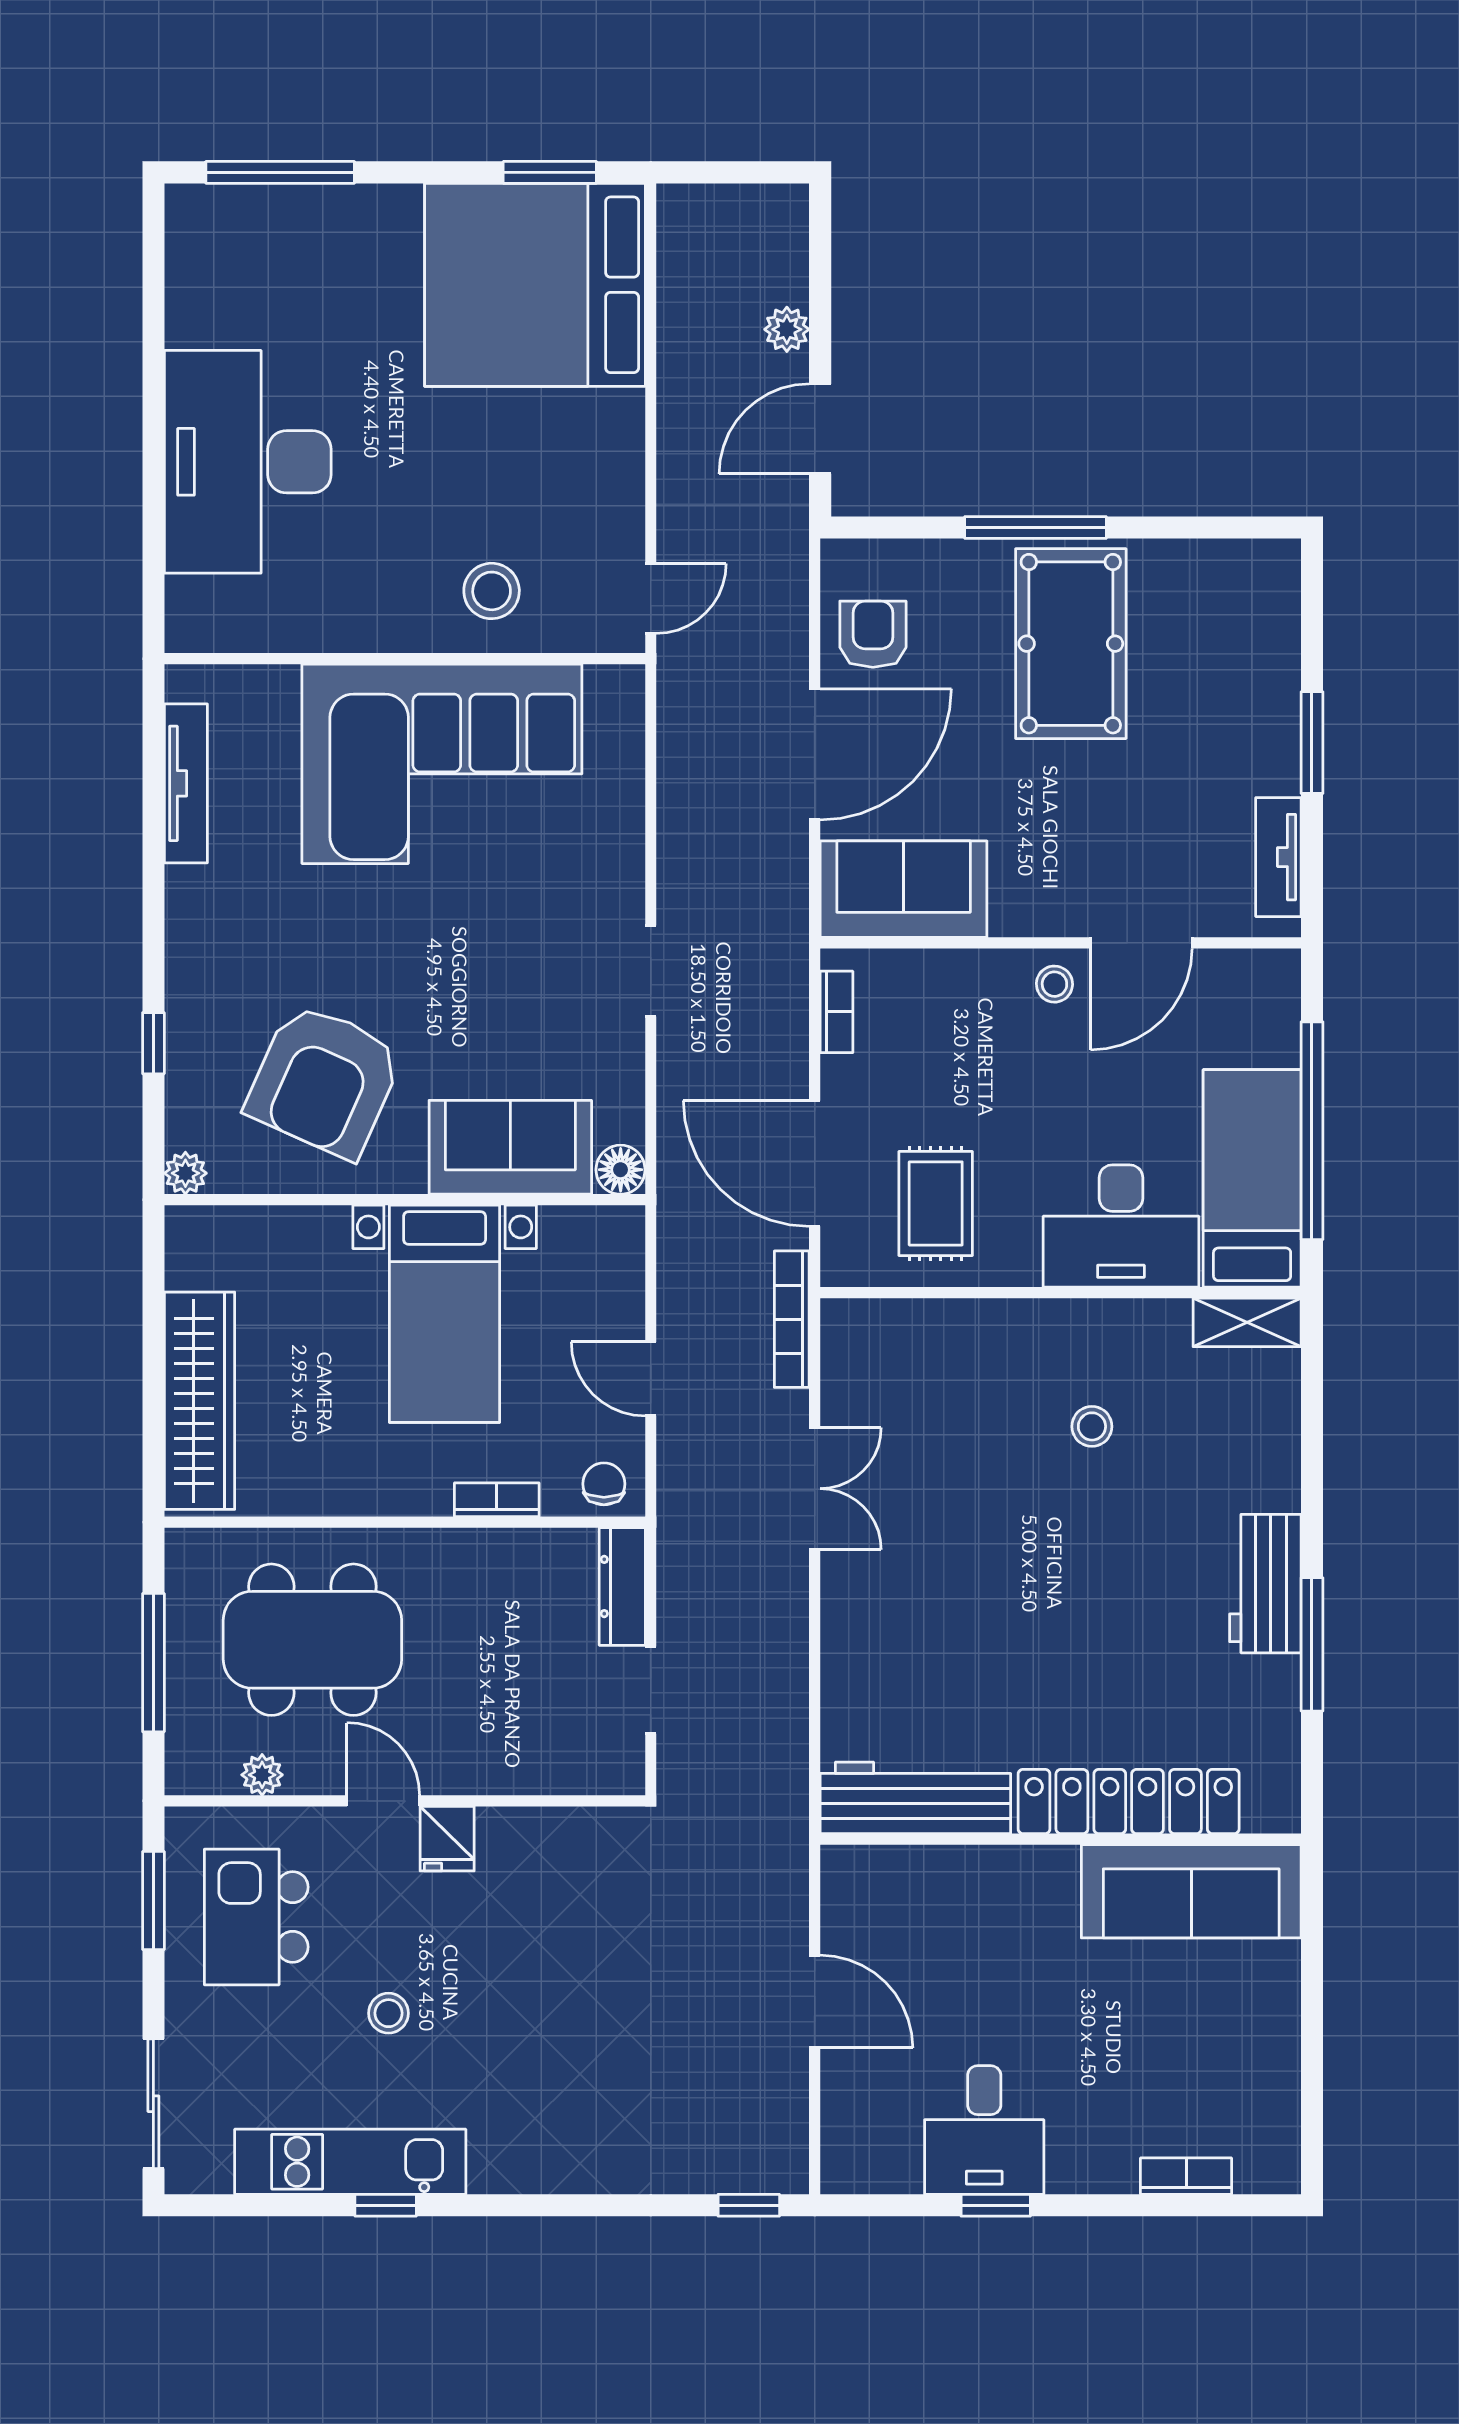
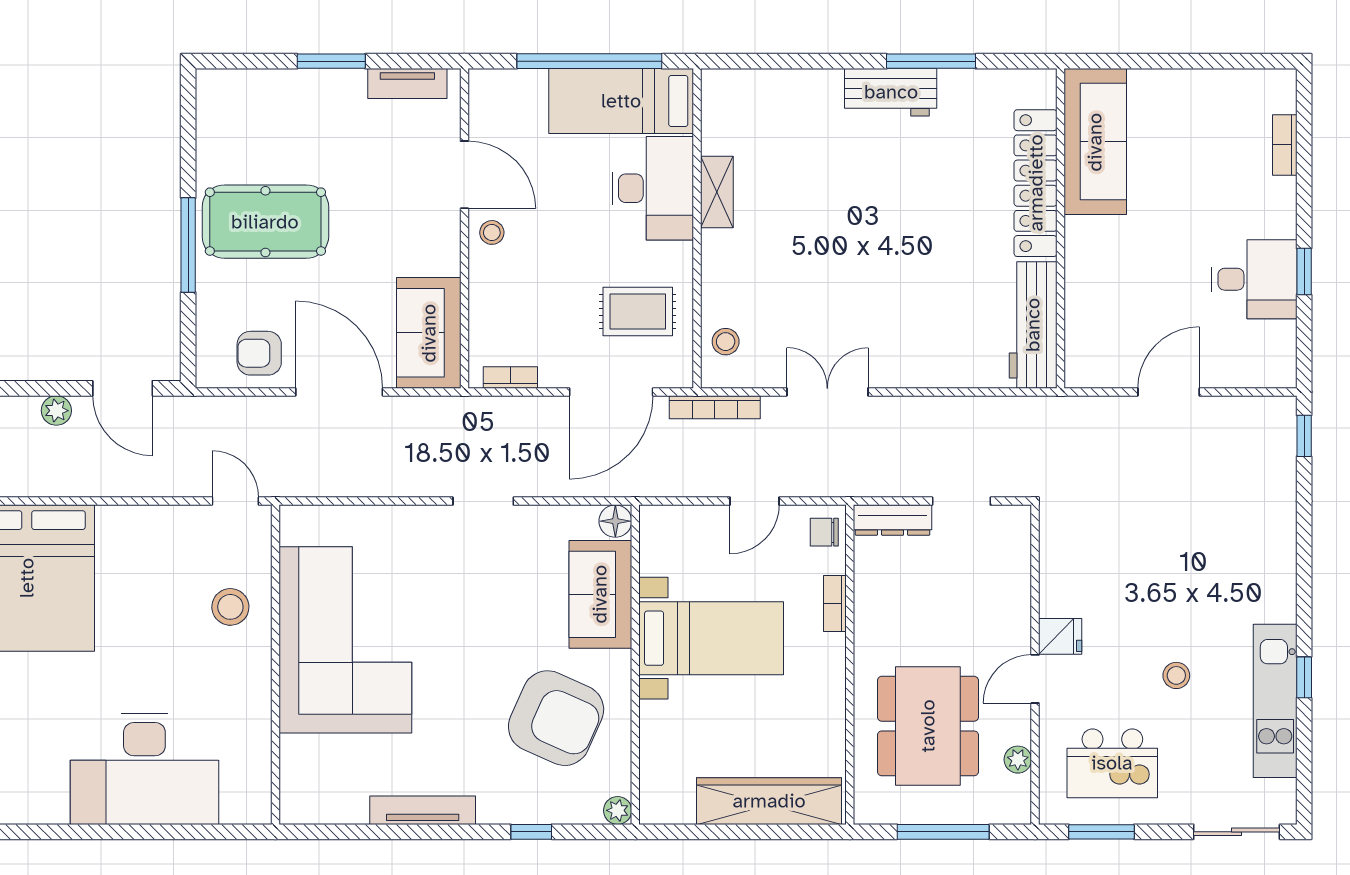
tv unit: (186, 783) -> (423, 810), moved
shelving: (1247, 1322) -> (717, 192), moved
stool: (1092, 1426) -> (726, 342), moved

